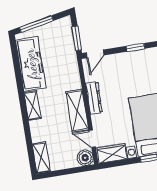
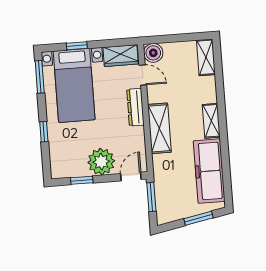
window: (36, 24) -> (199, 218), width x0.69
plant: (121, 64) -> (101, 162), added
dresser: (94, 98) -> (135, 107), moved
shelving: (77, 111) -> (159, 128), moved

